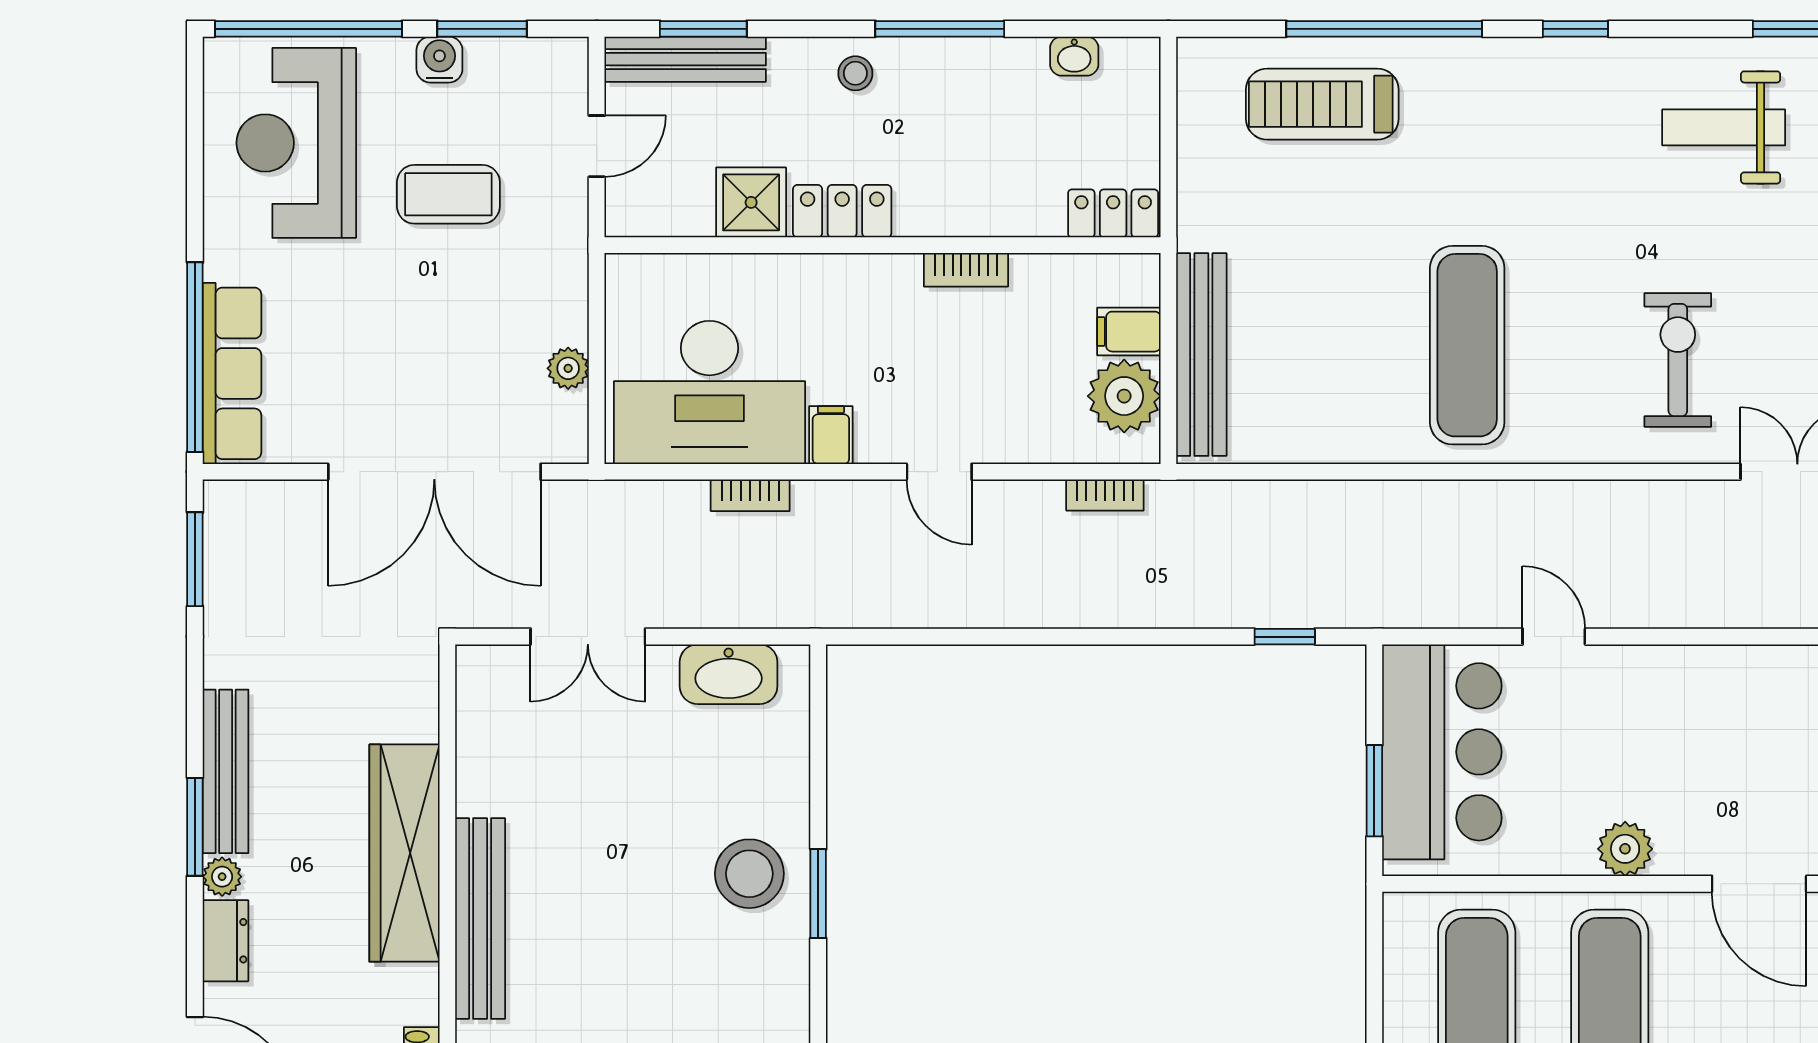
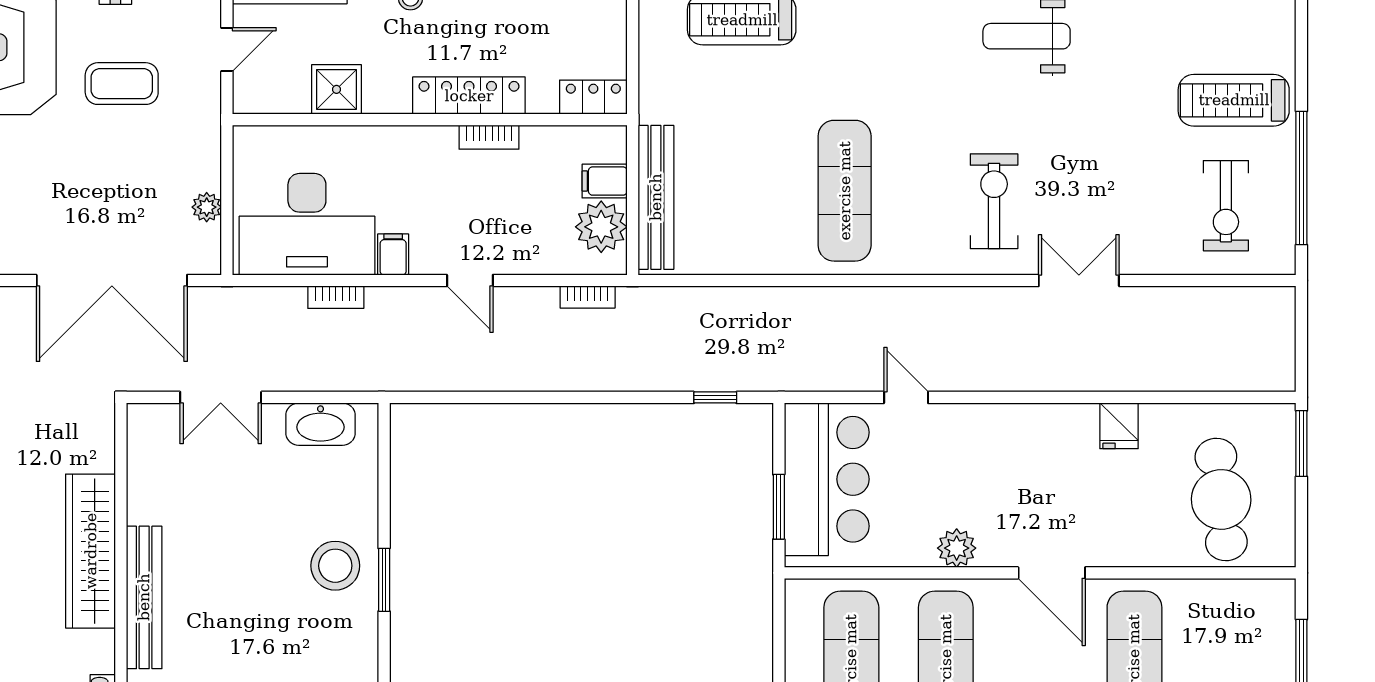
locker: (842, 211) -> (469, 96), moved, width x1.53

